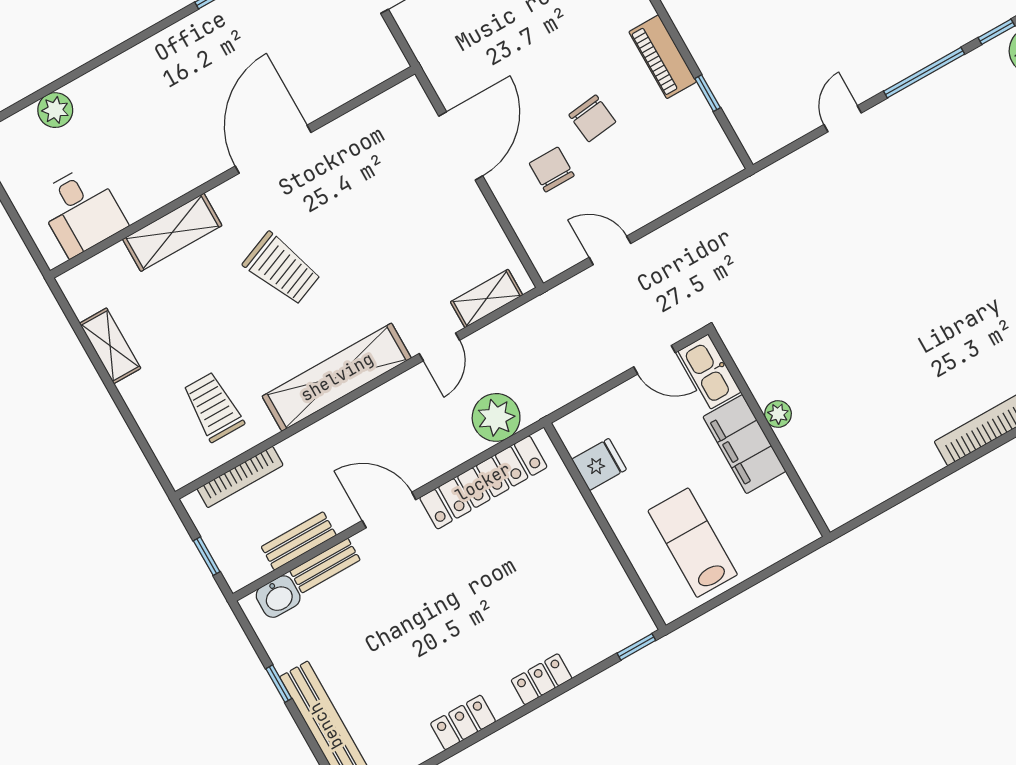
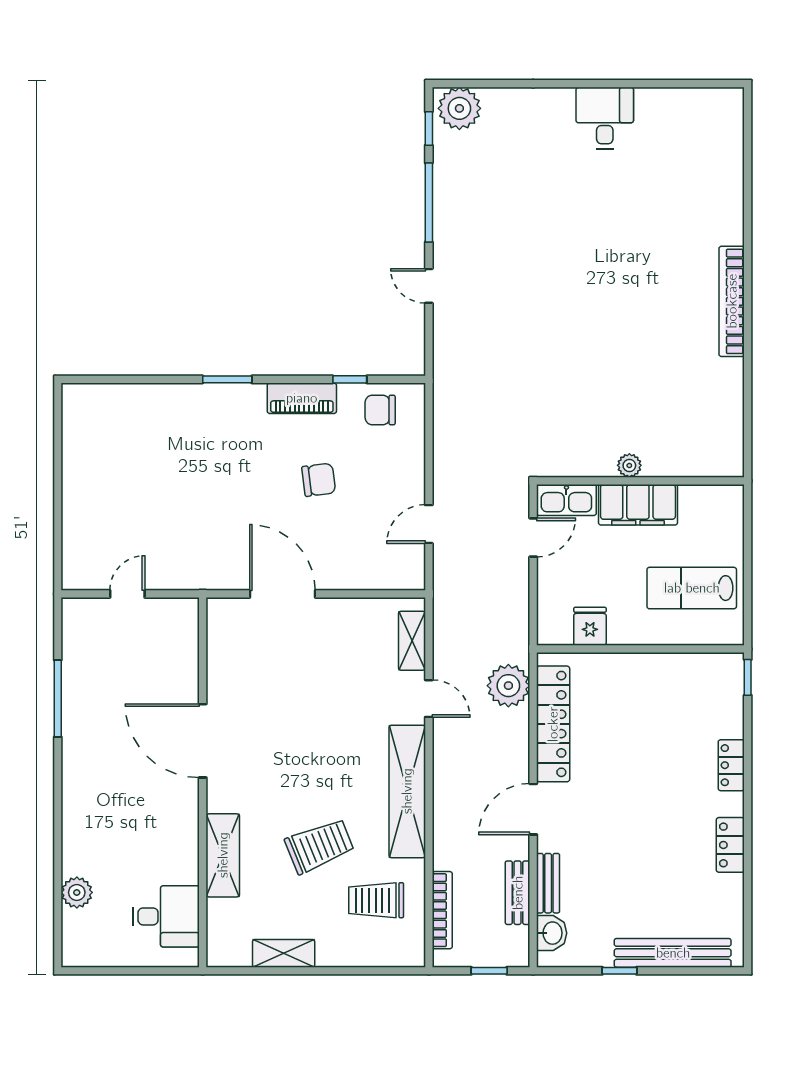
chair: (552, 170) -> (380, 410), moved
trolley: (282, 269) -> (319, 846), moved

